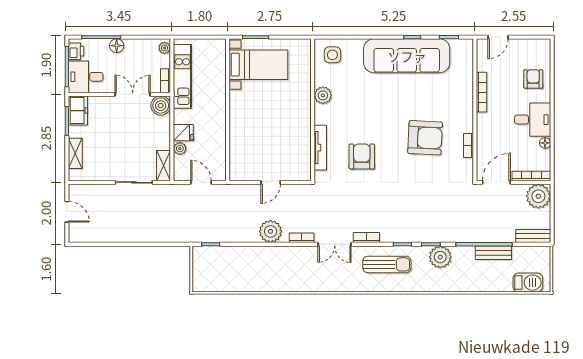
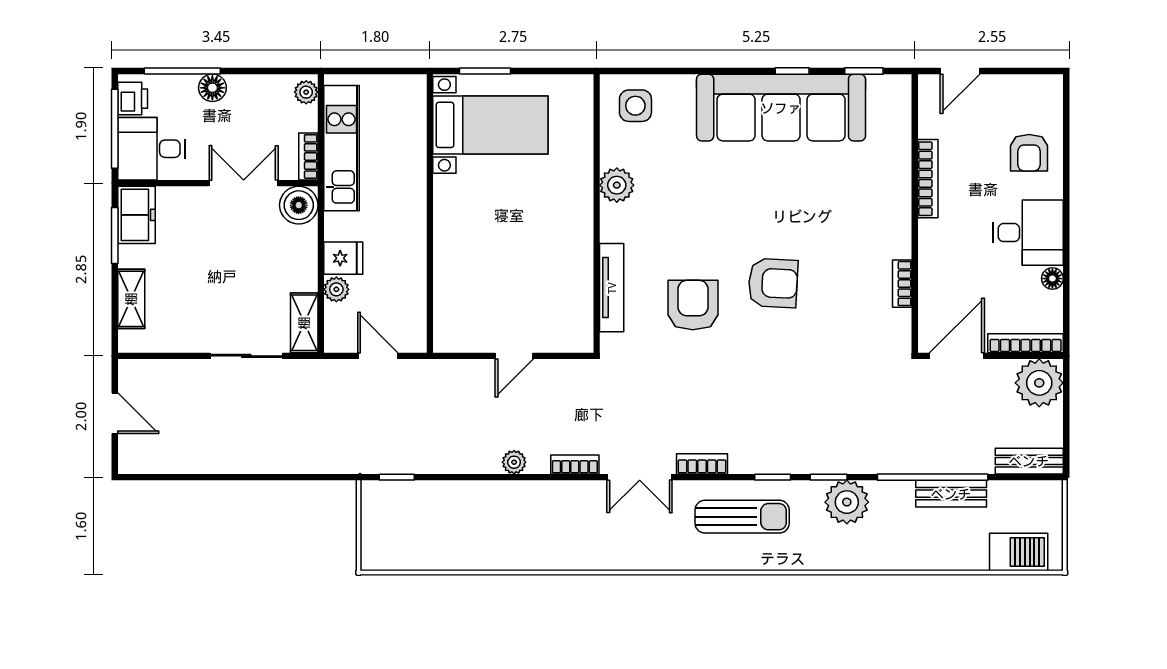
armchair: (533, 79) -> (1029, 153), turned 180
armchair: (425, 138) -> (773, 283), moved, width x0.73, depth x0.73
plant: (271, 231) -> (514, 462), width x0.53, depth x0.53

